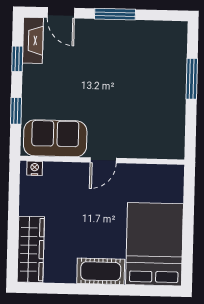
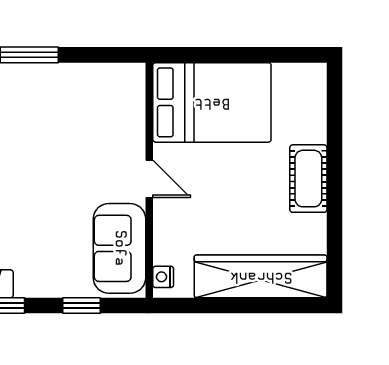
bed: (155, 244) -> (212, 102), moved, turned 180
wardrobe: (31, 249) -> (261, 276), width x1.40, depth x1.17

